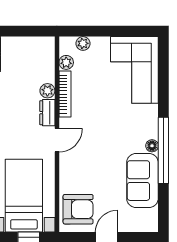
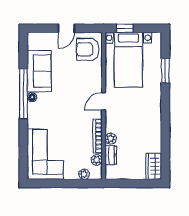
dresser: (47, 113) -> (111, 155), moved

